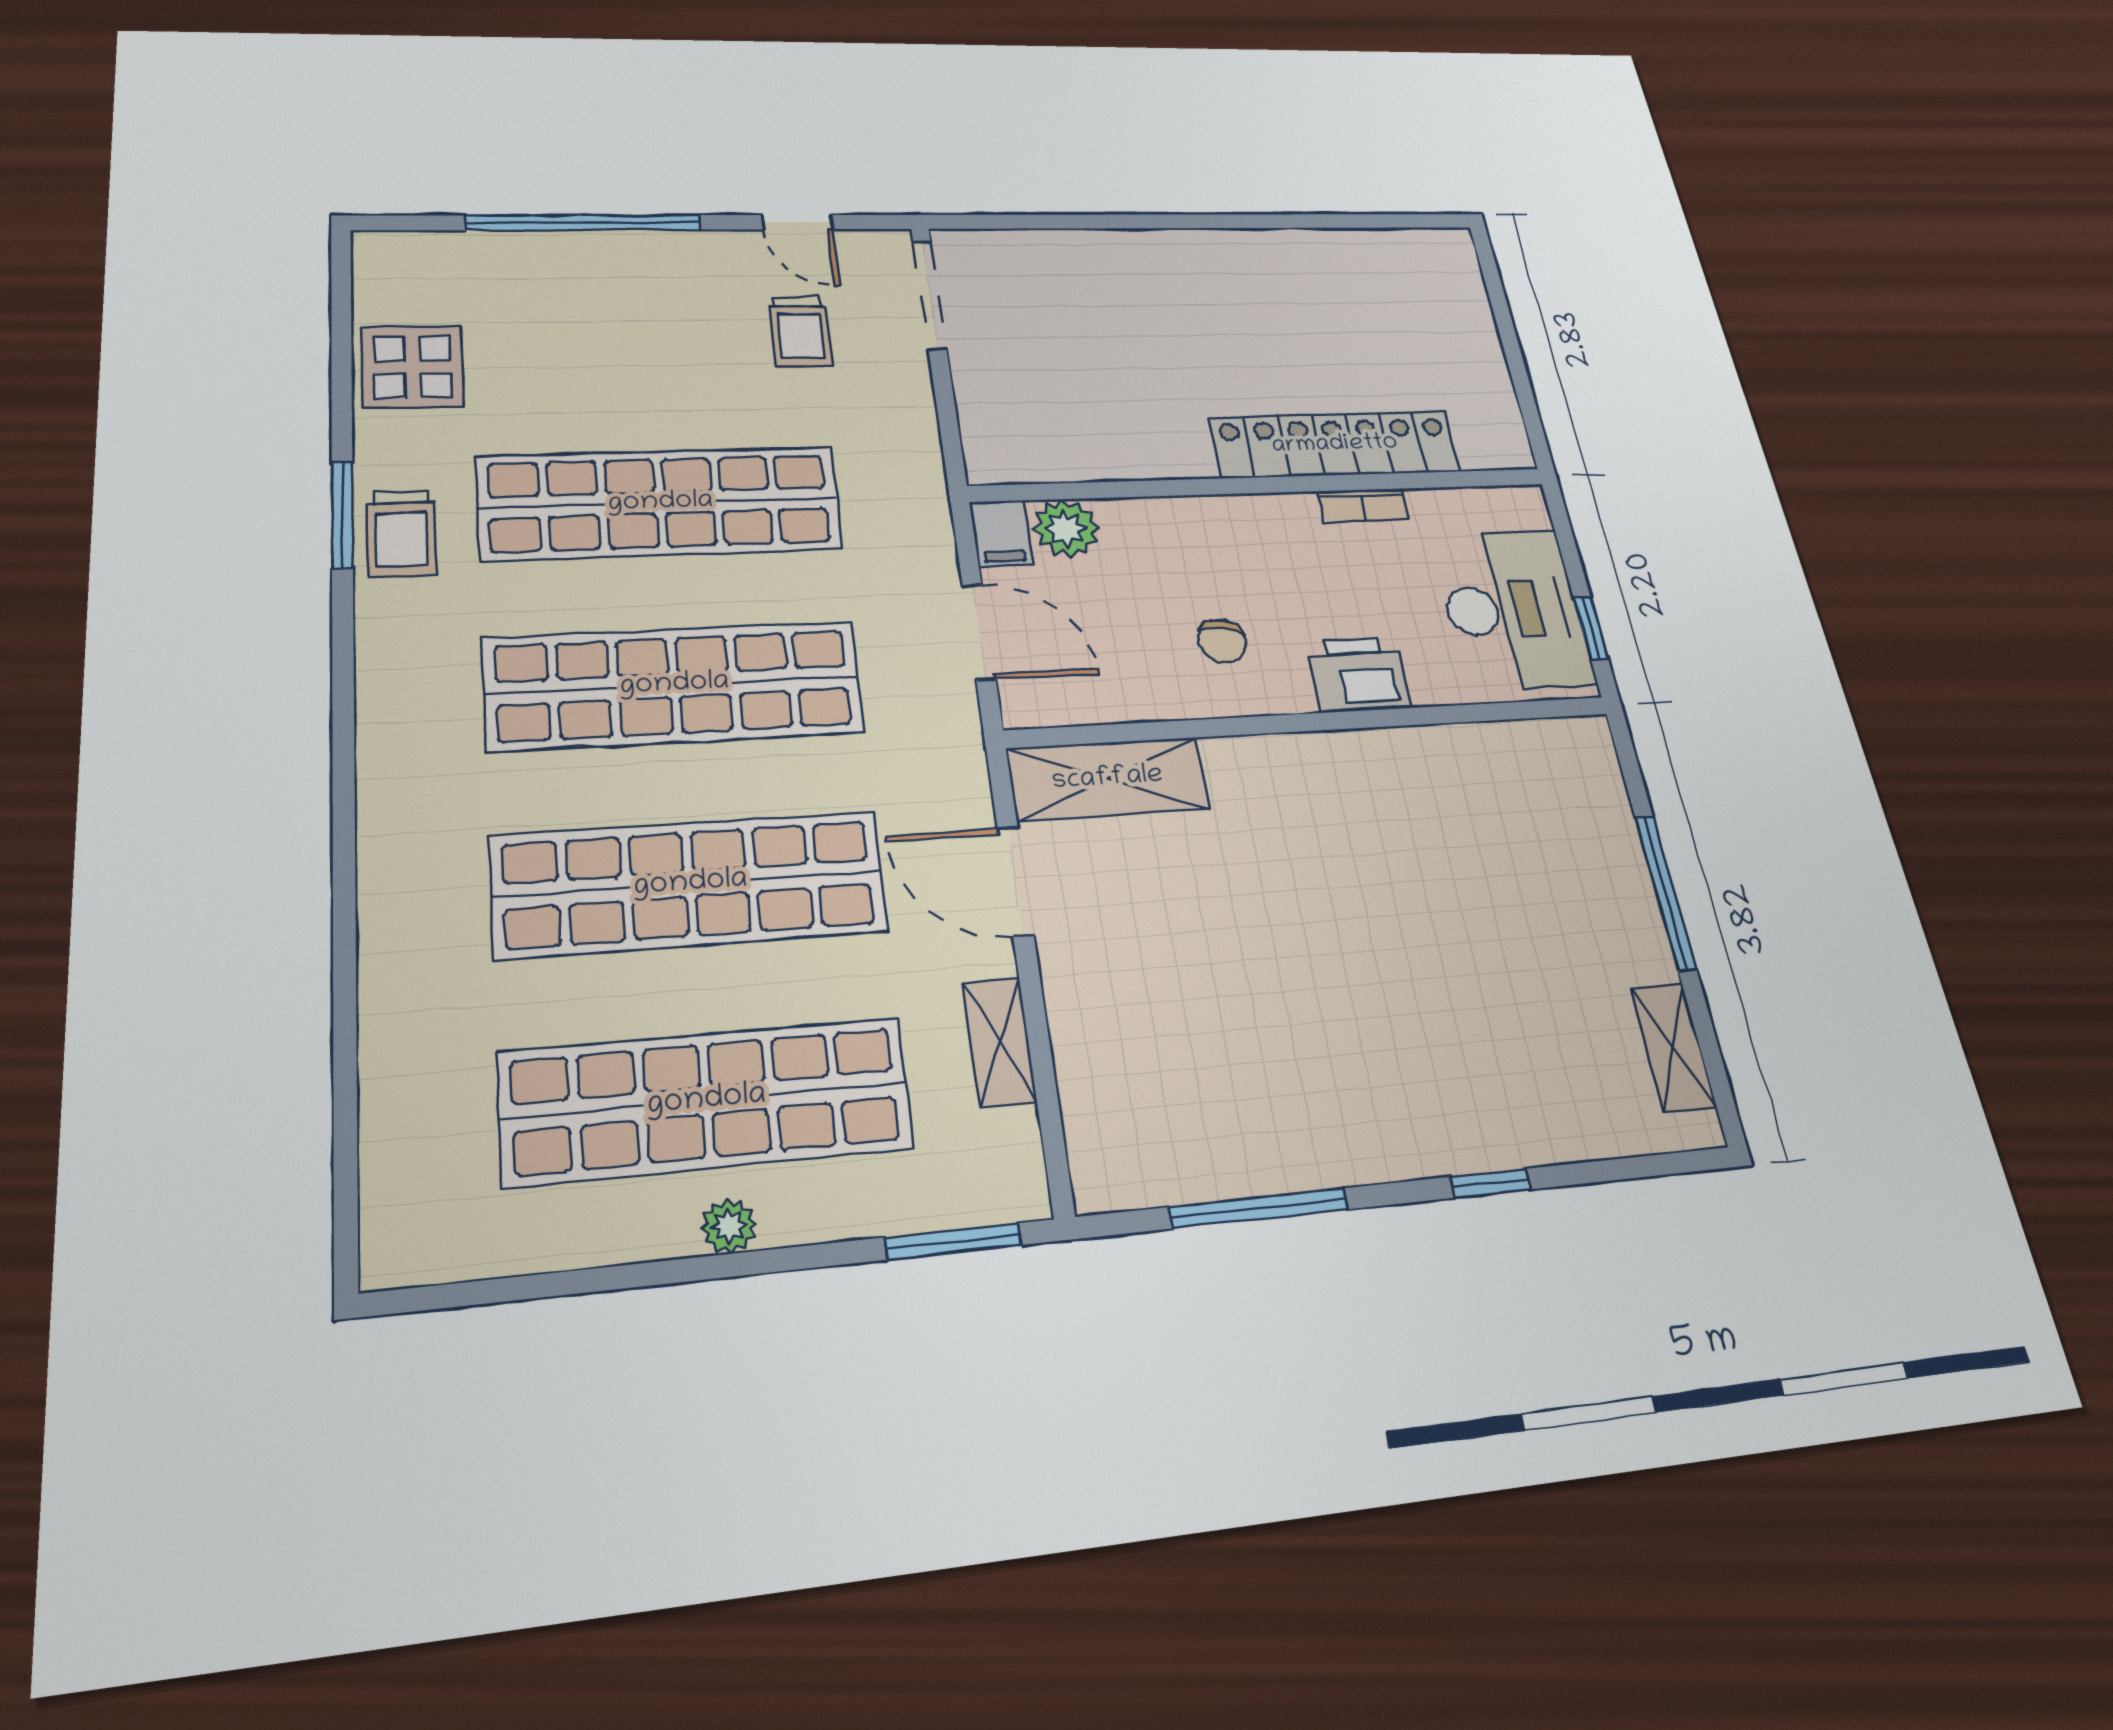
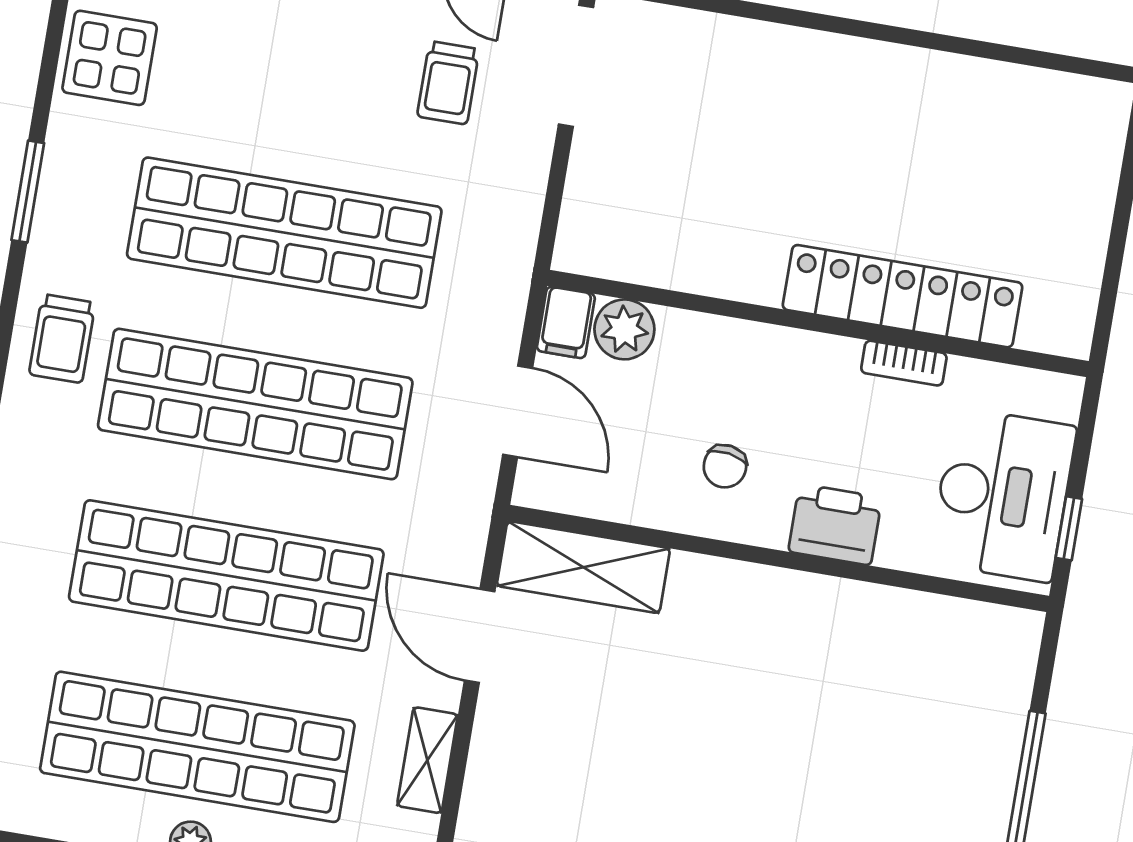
trolley: (401, 533) -> (62, 339), moved

